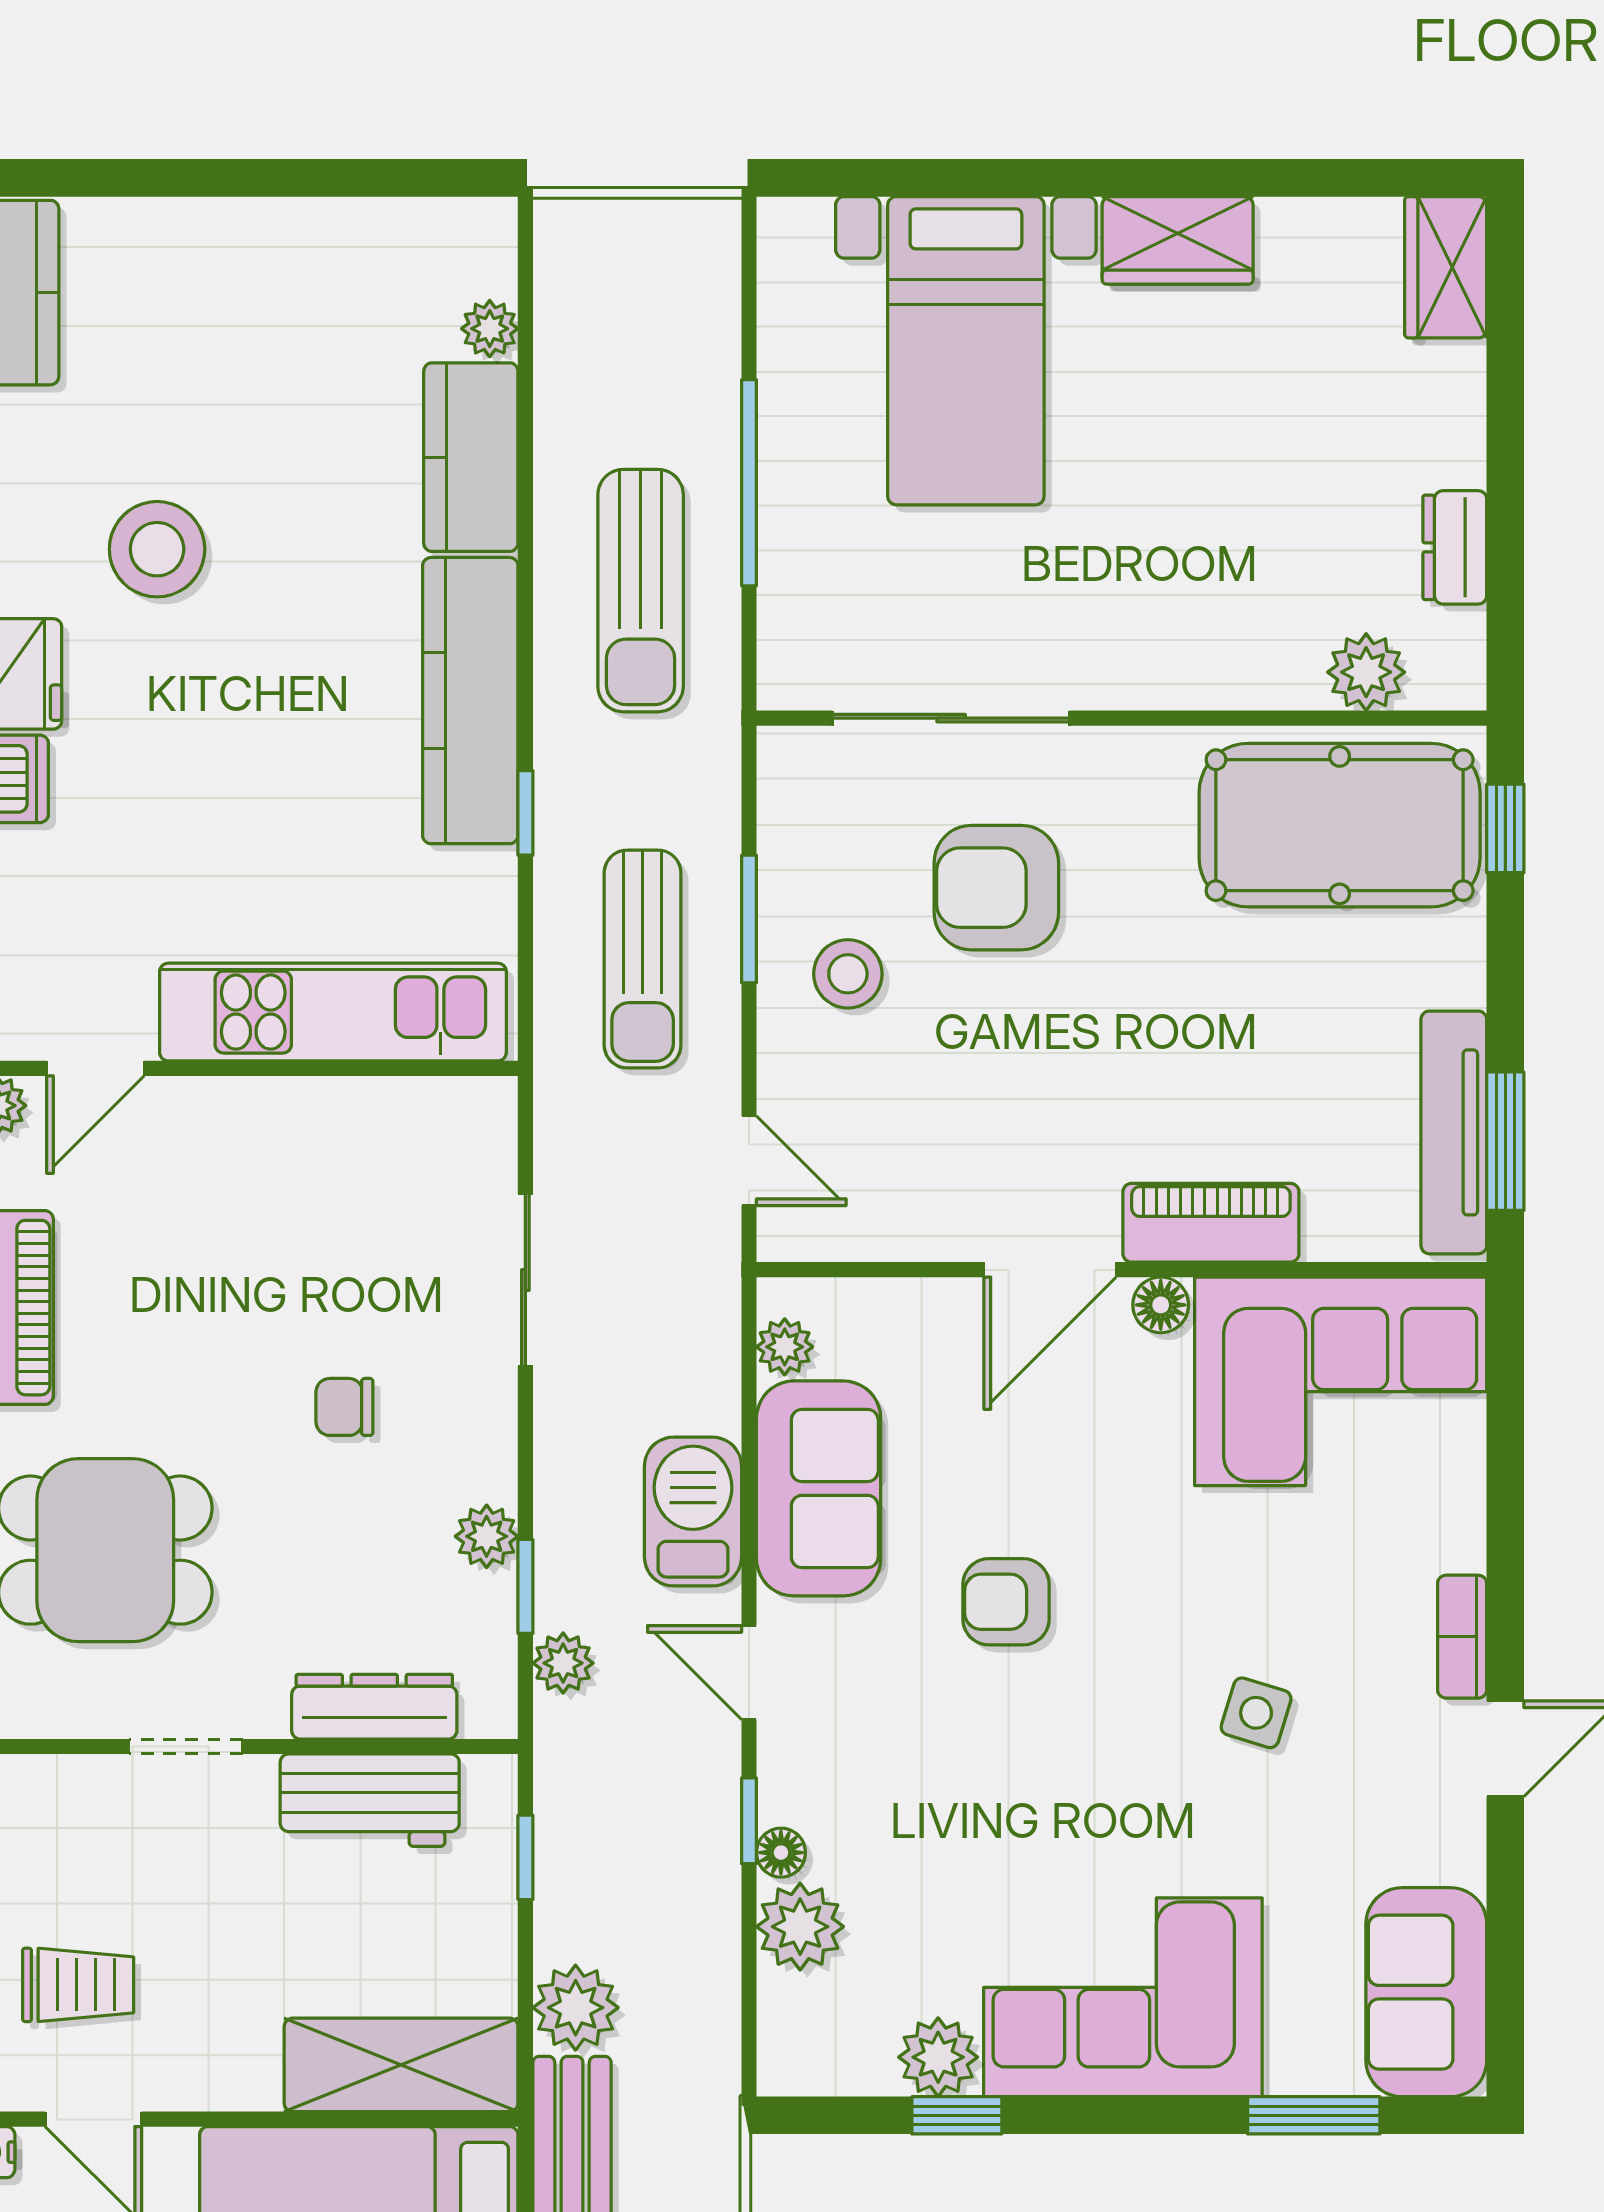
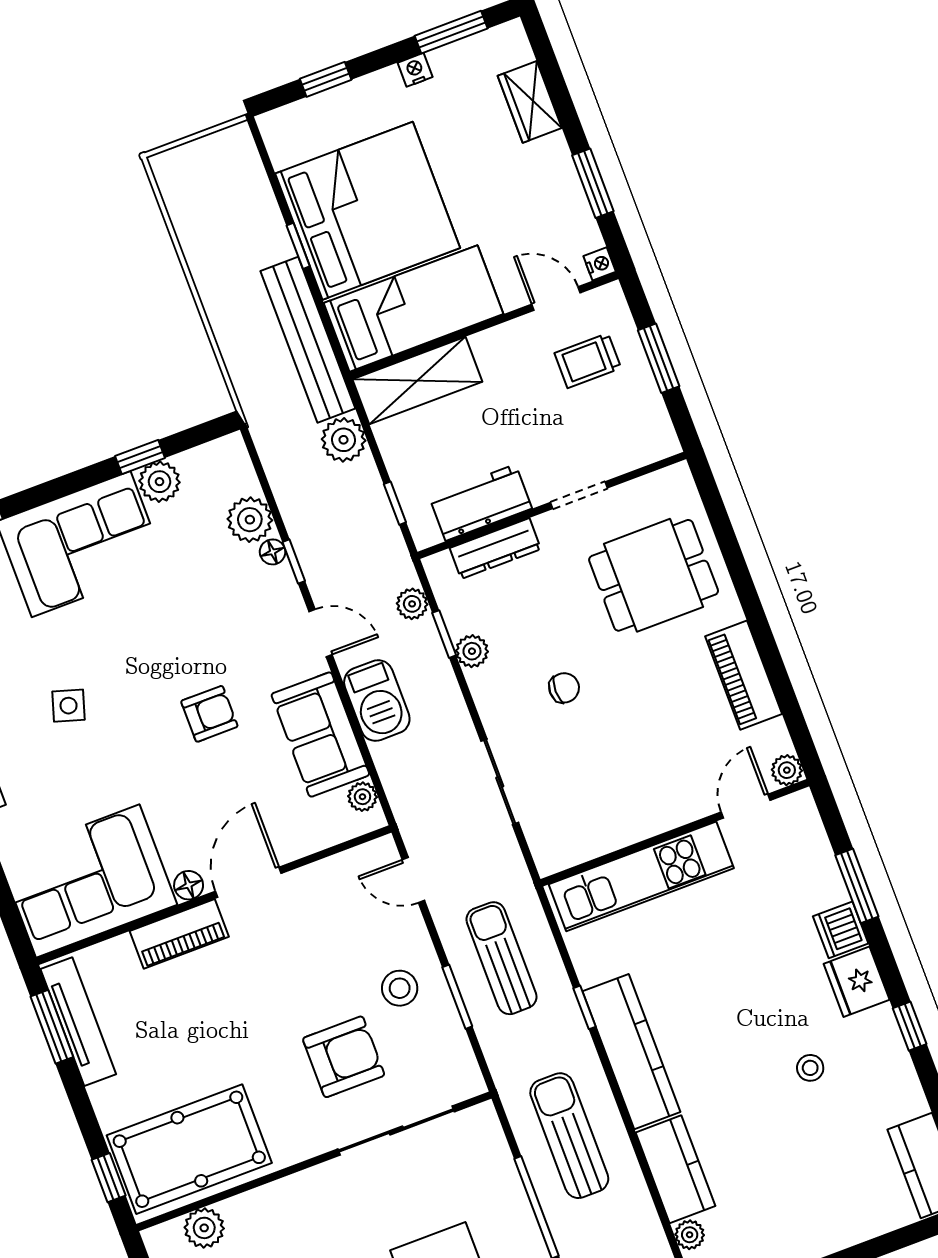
stool: (157, 549) -> (810, 1068), width x0.53, depth x0.53

